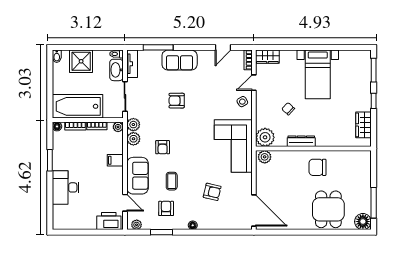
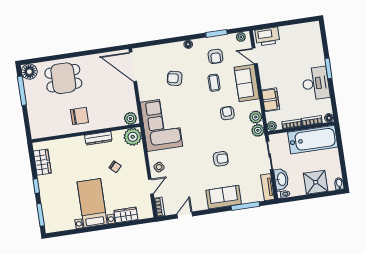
wardrobe: (267, 57) -> (126, 215), moved
window: (50, 160) -> (328, 68), moved
filing cabinet: (115, 160) -> (271, 100), width x2.00
desk: (66, 187) -> (316, 83), moved
dining table: (328, 209) -> (63, 78), turned 90

